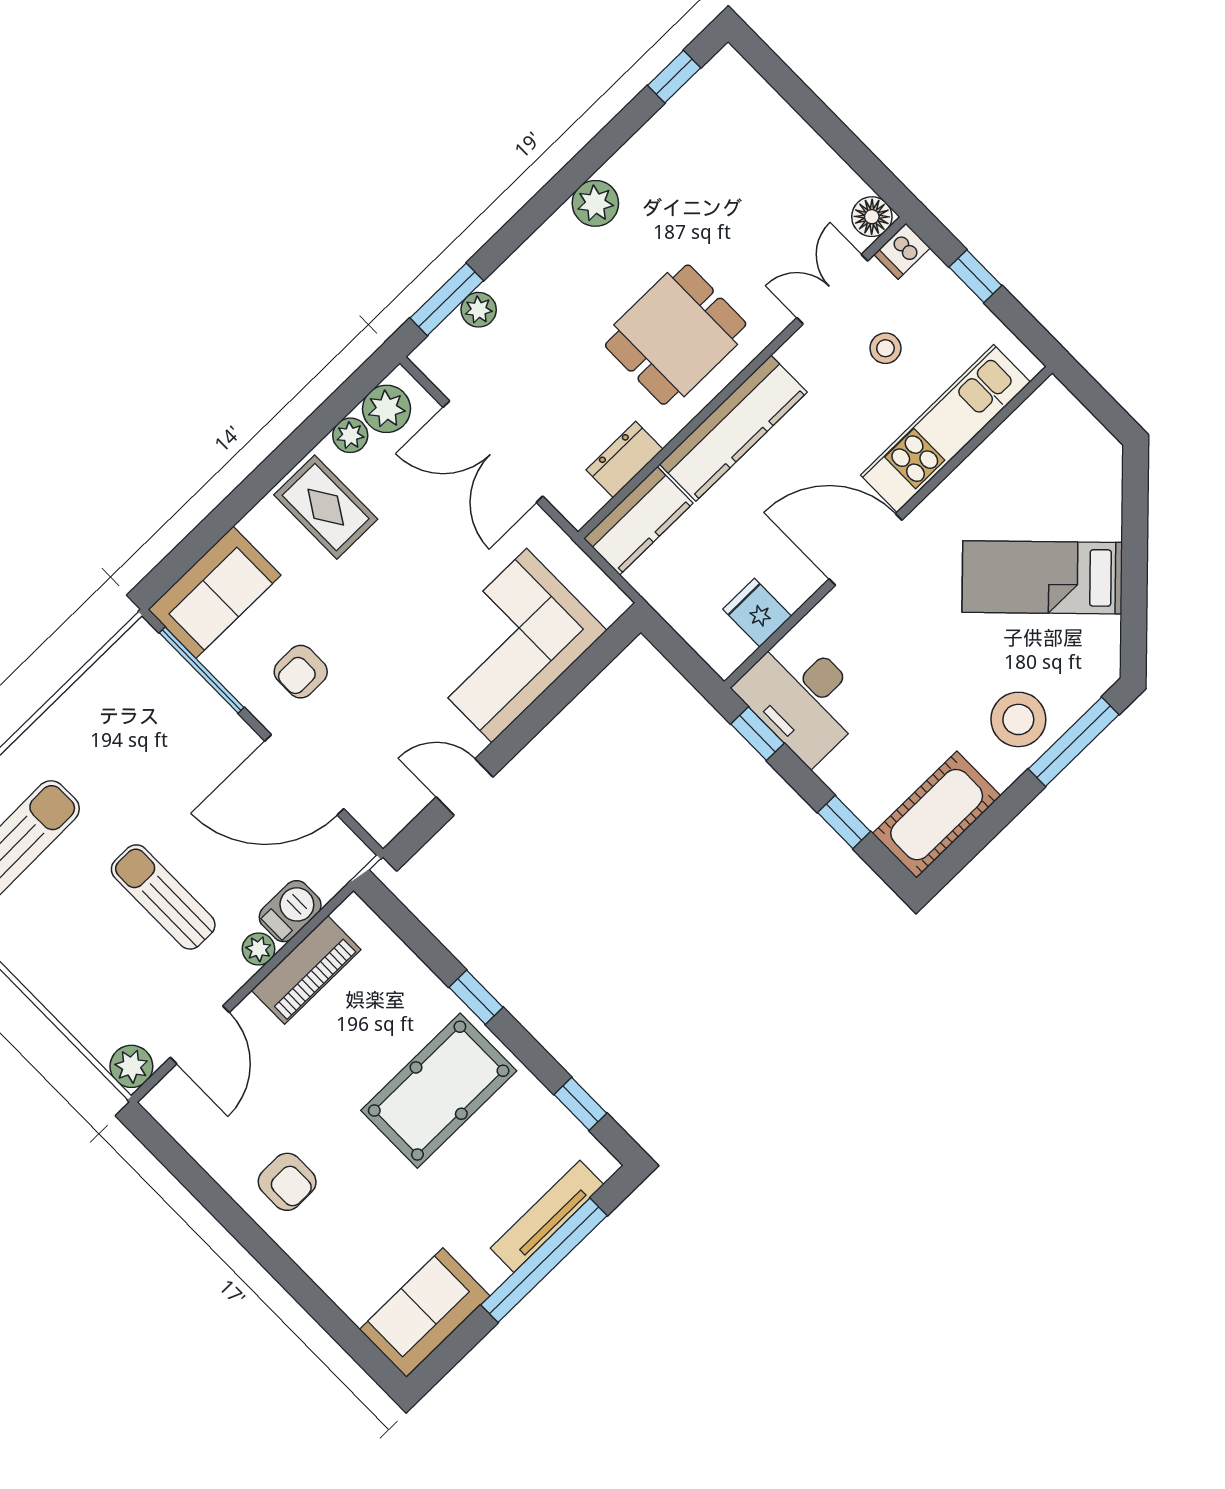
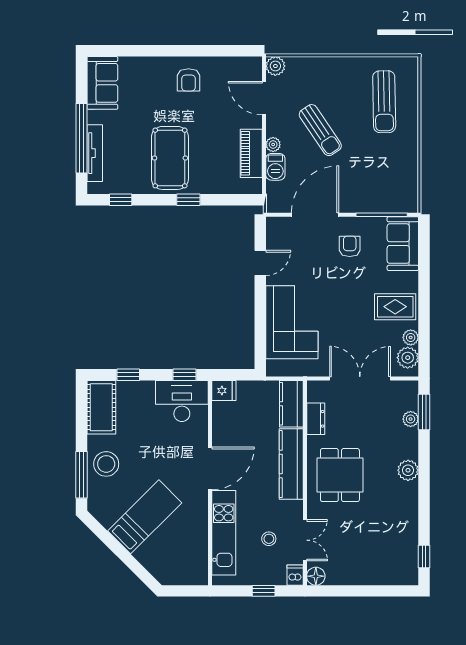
plant: (595, 203) -> (408, 470), moved
fridge: (757, 613) -> (224, 391), moved
sun lounger: (163, 897) -> (320, 130), turned 56
armchair: (287, 1182) -> (189, 80), turned -90

